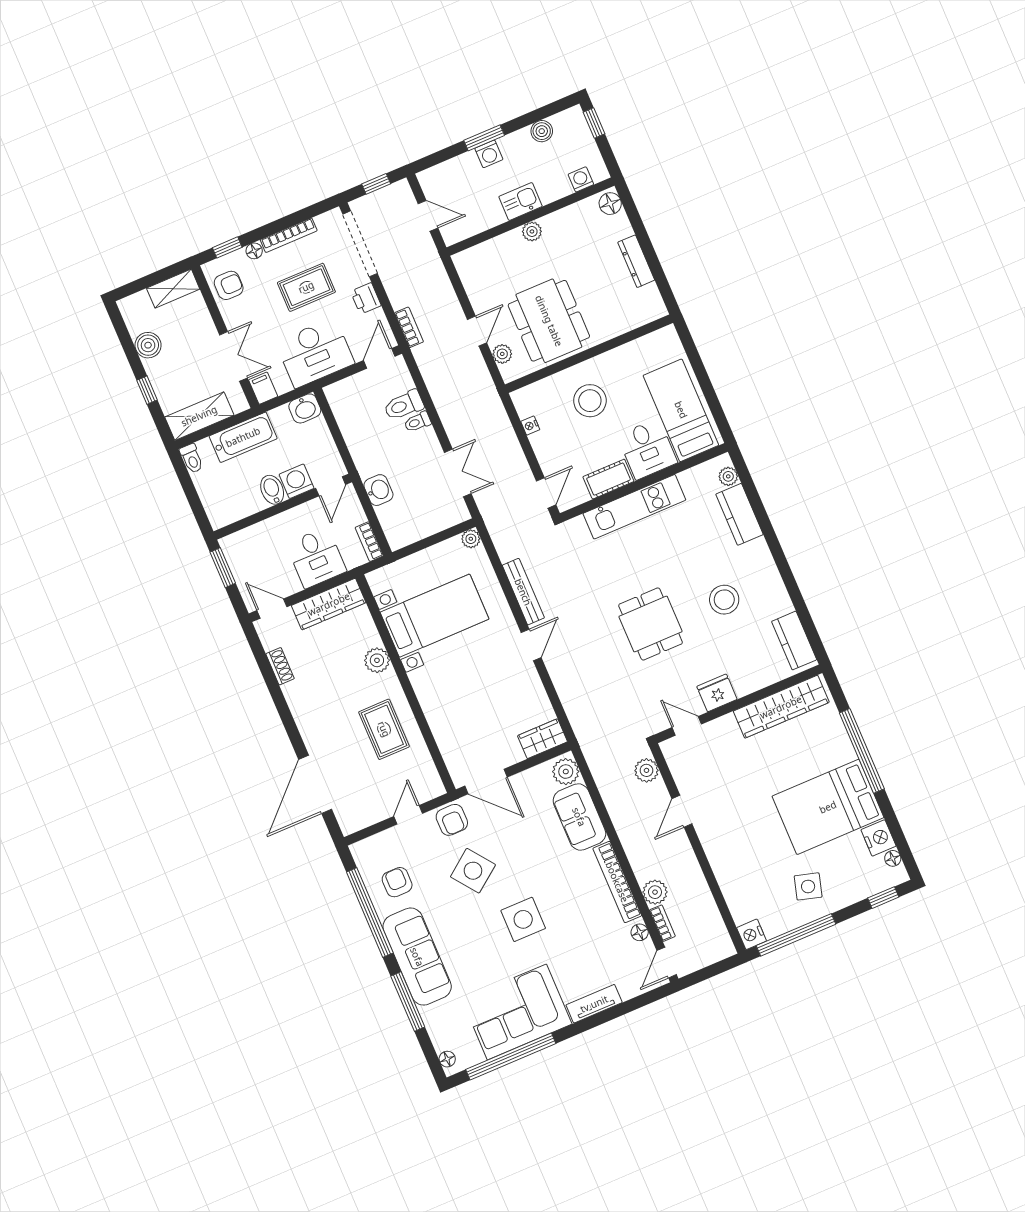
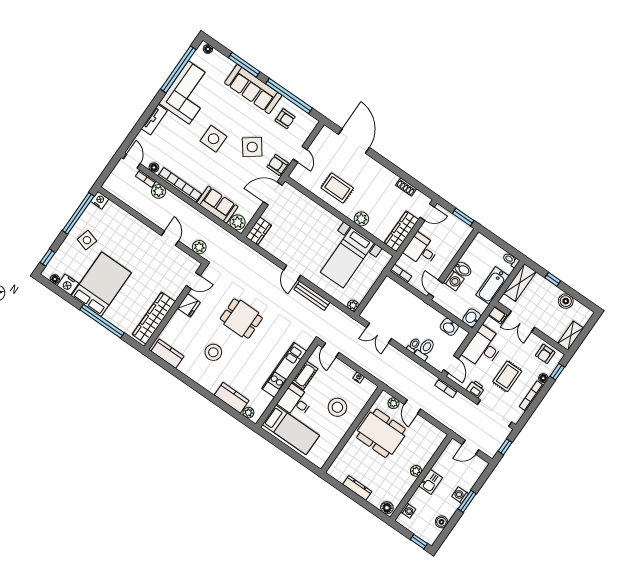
washbasin: (378, 490) -> (449, 327), moved

